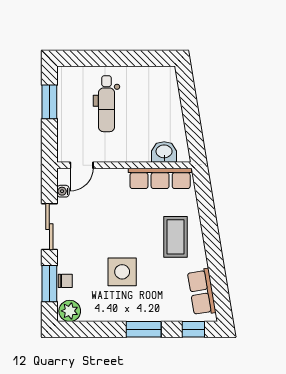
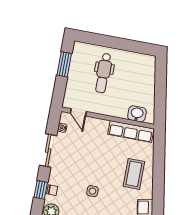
door: (82, 165) -> (78, 112), hinge flipped
side table: (122, 272) -> (92, 191), width x0.54, depth x0.54
window: (49, 284) -> (41, 190), width x0.67

